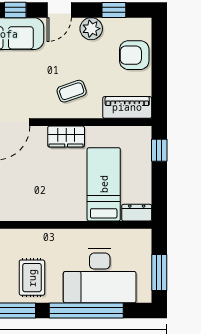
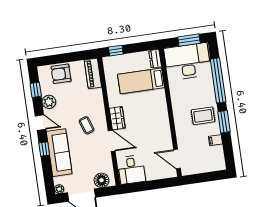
armchair: (134, 55) -> (61, 74), turned 90
coffee table: (72, 91) -> (87, 125), moved
wardrobe: (66, 137) -> (117, 118), moved
desk: (100, 276) -> (187, 61), moved, turned -90

